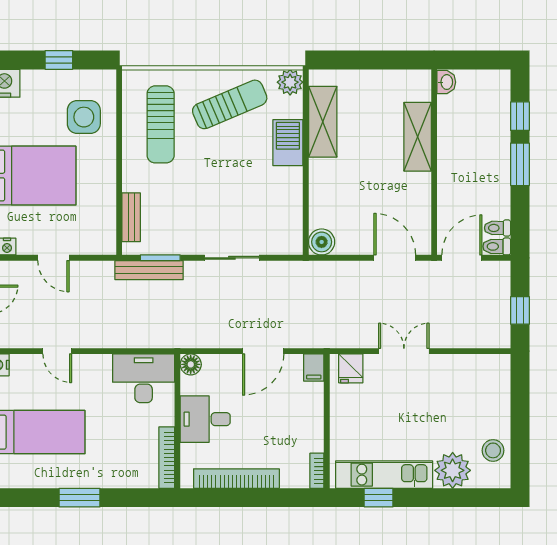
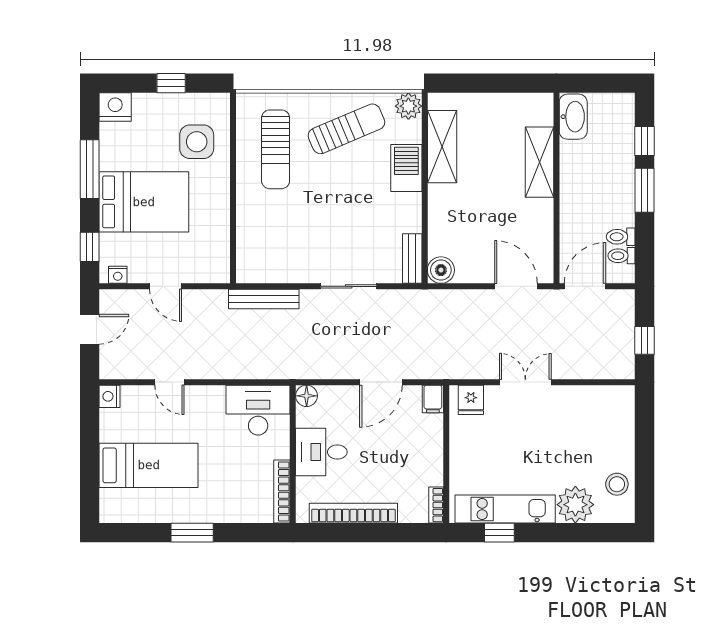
washbasin: (446, 82) -> (573, 117), width x1.91, depth x1.45
bench: (131, 217) -> (412, 259), moved
toilet: (497, 246) -> (621, 237), moved
window: (160, 258) -> (275, 286), removed

